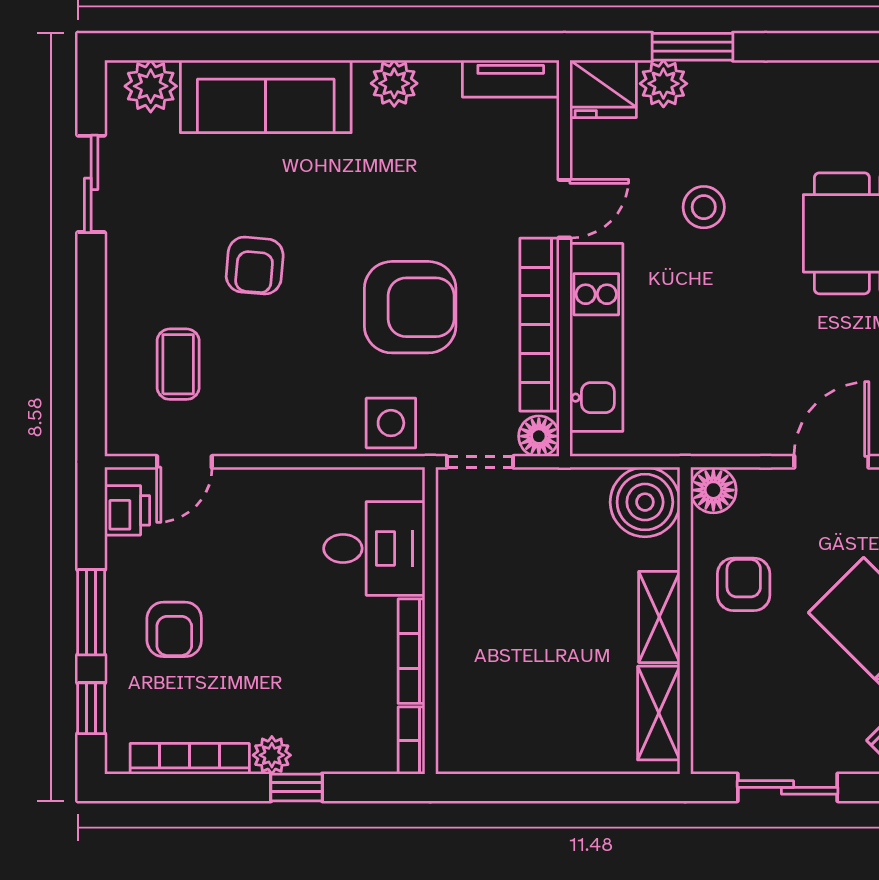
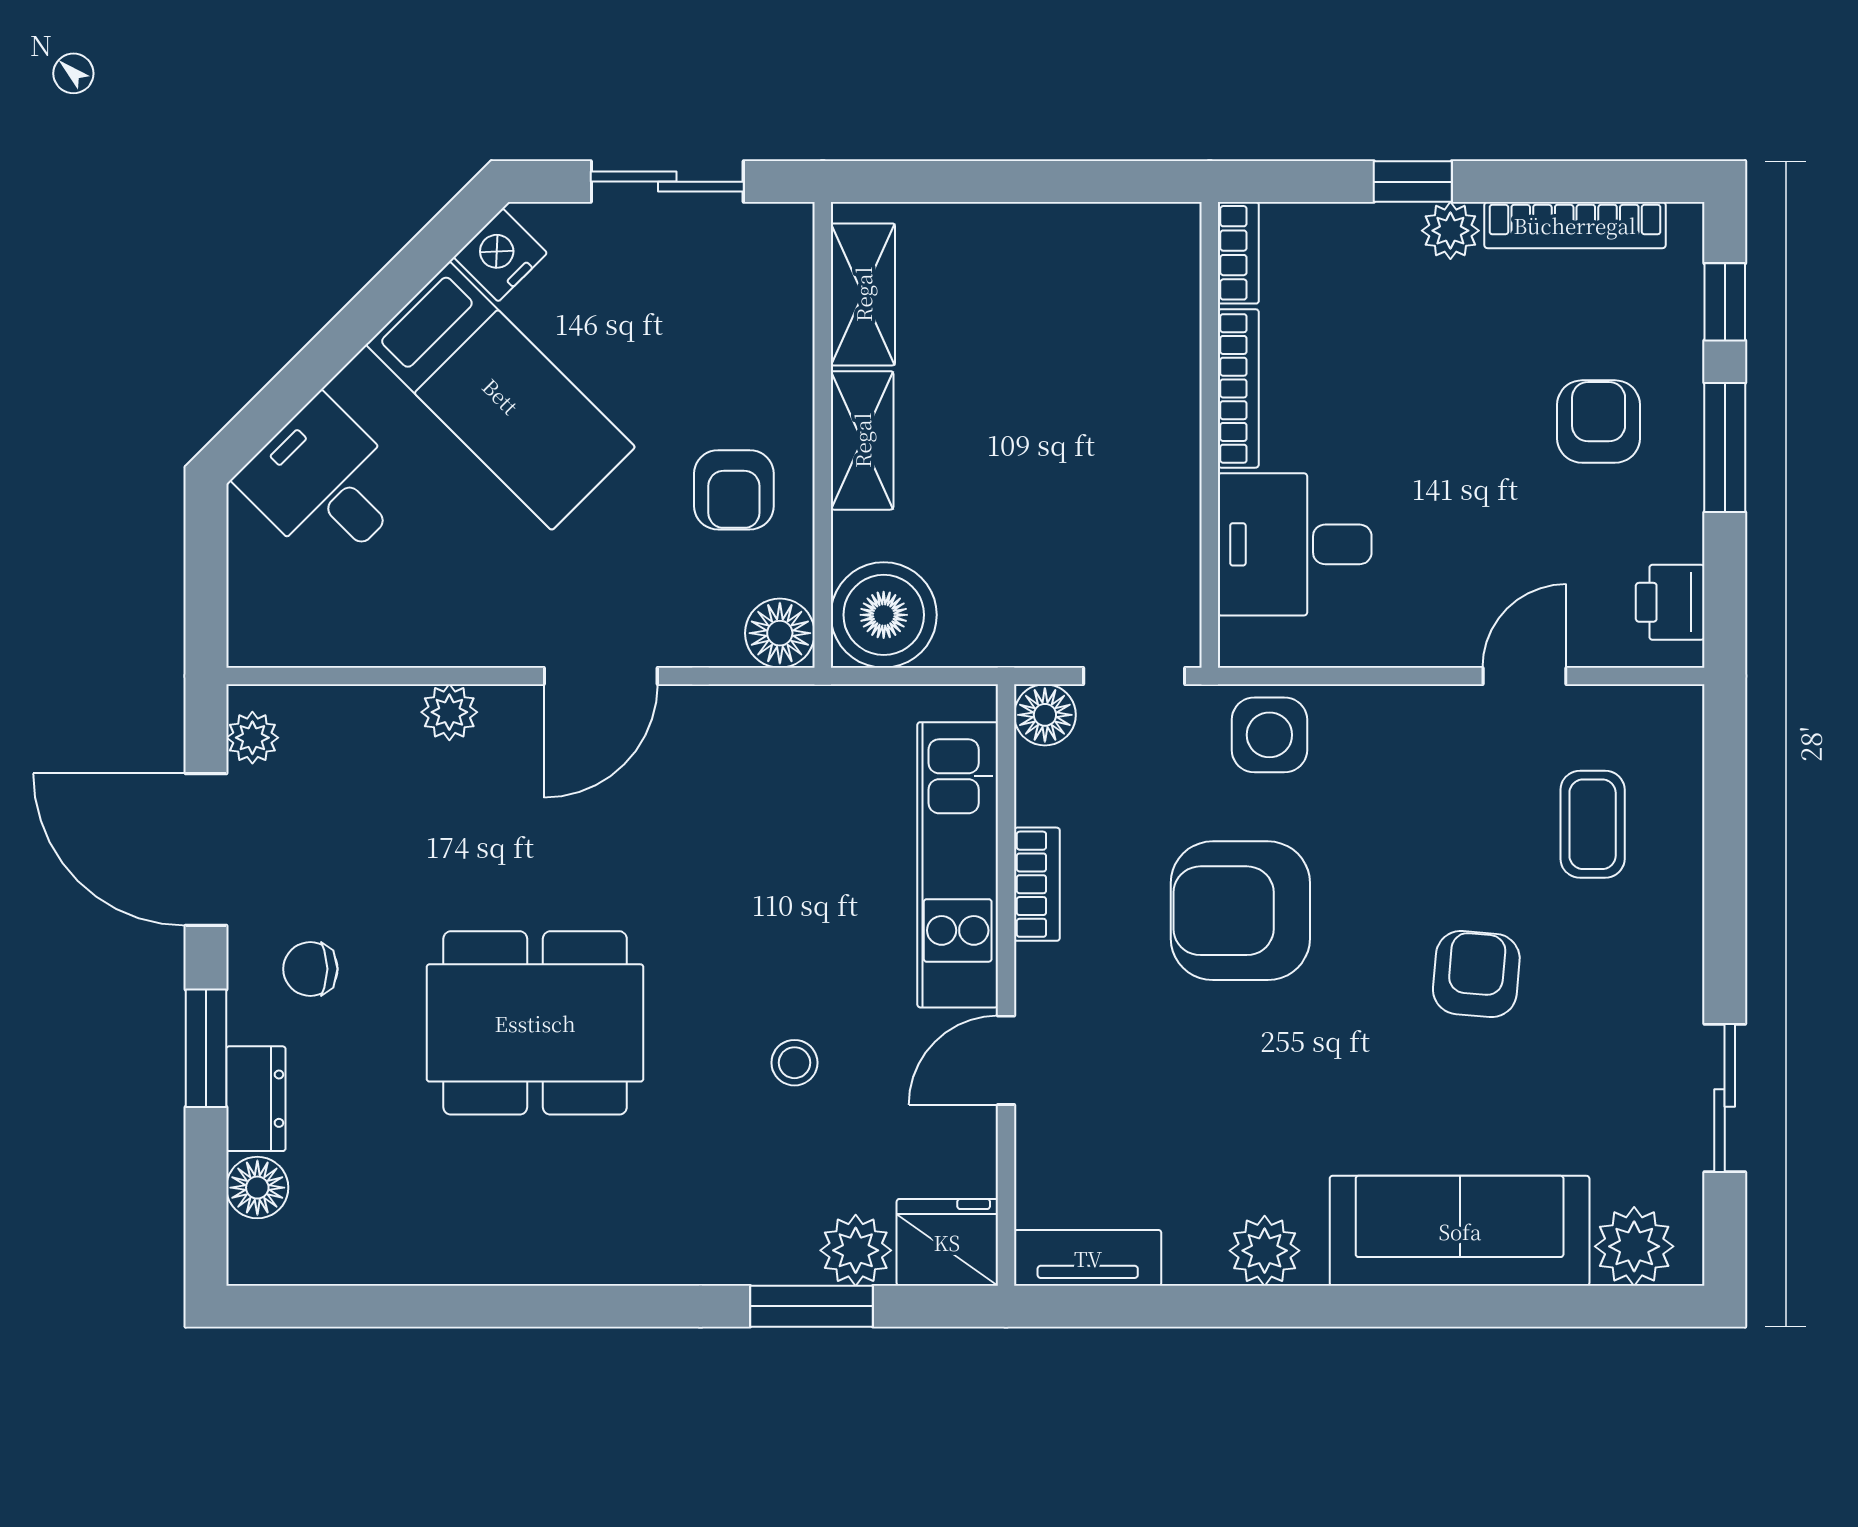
stool: (704, 207) -> (794, 1063), width x0.73, depth x0.73
bookcase: (539, 325) -> (1037, 884), width x0.43, depth x0.76
door: (184, 462) -> (1525, 676), moved

